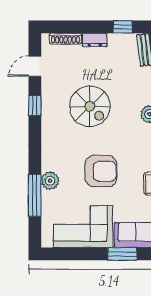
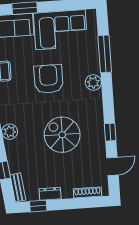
dresser: (95, 40) -> (50, 194), moved
armchair: (101, 171) -> (48, 79), turned 90
plant: (50, 181) -> (93, 83), moved

